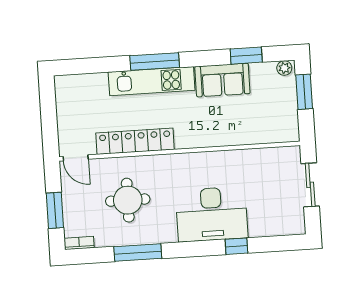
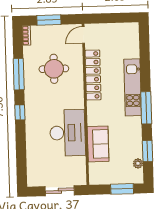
window: (155, 62) -> (146, 108), moved
plant: (284, 68) -> (138, 163), moved
sofa: (222, 80) -> (98, 144), moved, turned 180
desk: (212, 214) -> (68, 133), moved, turned 180
window: (236, 246) -> (20, 112), moved

